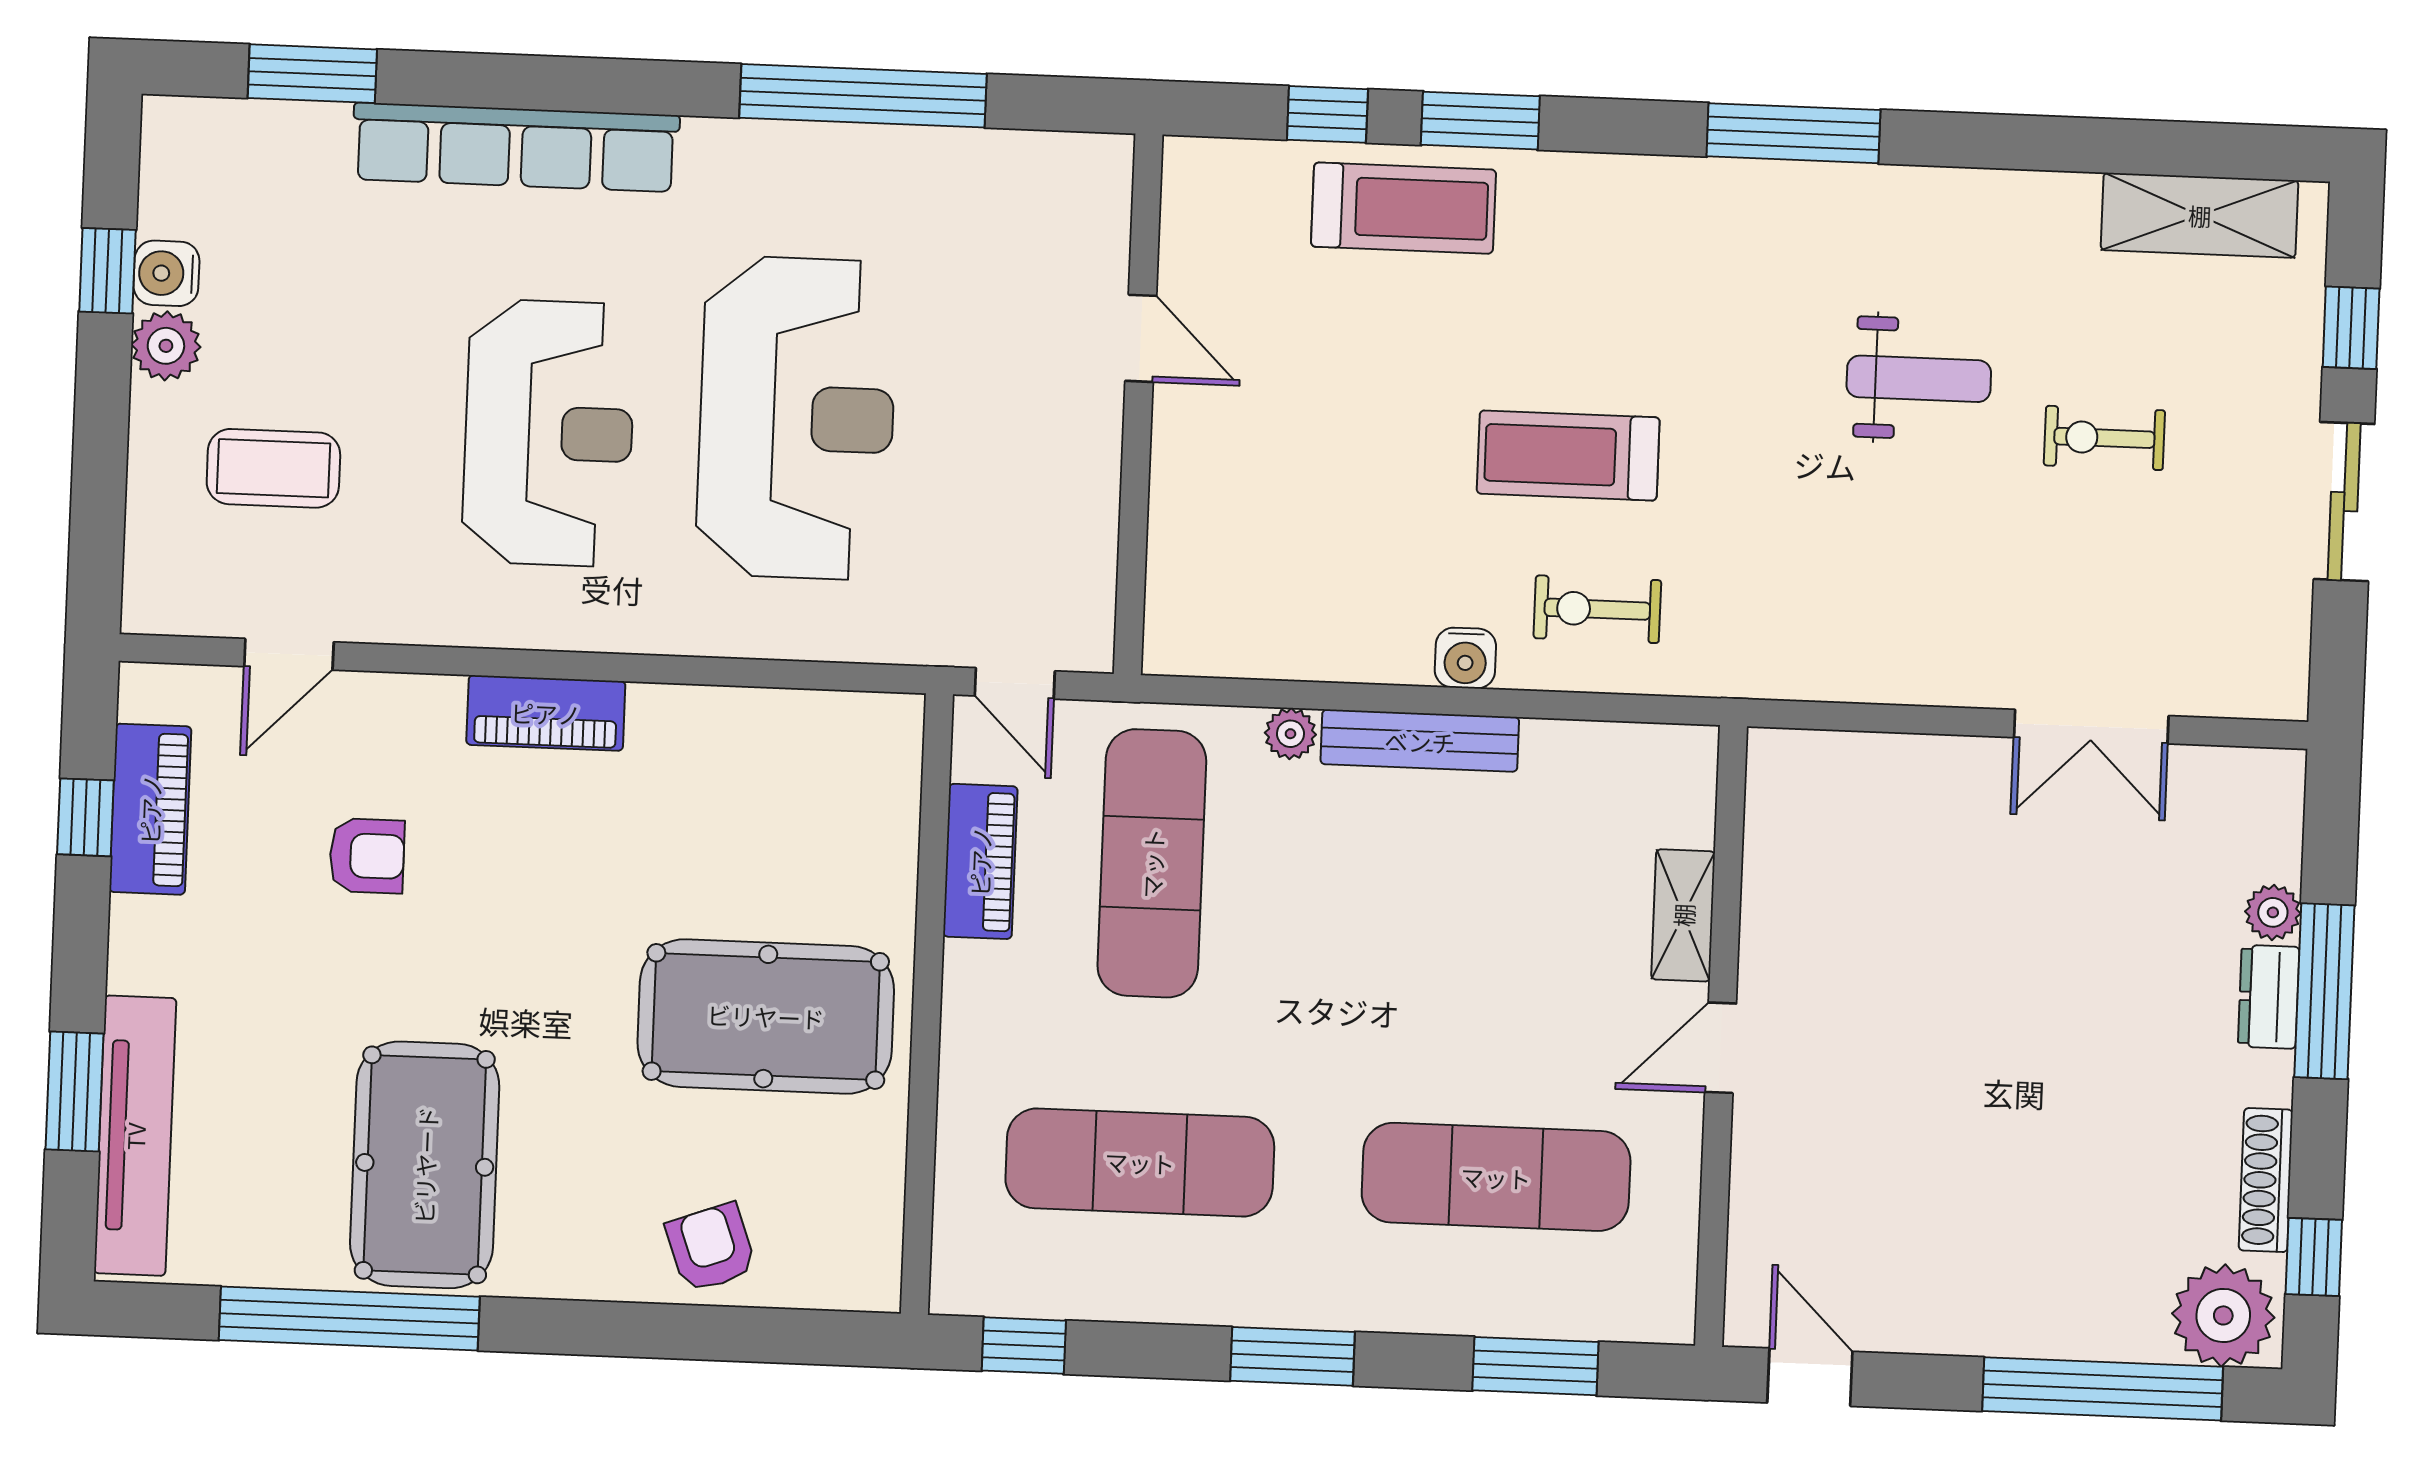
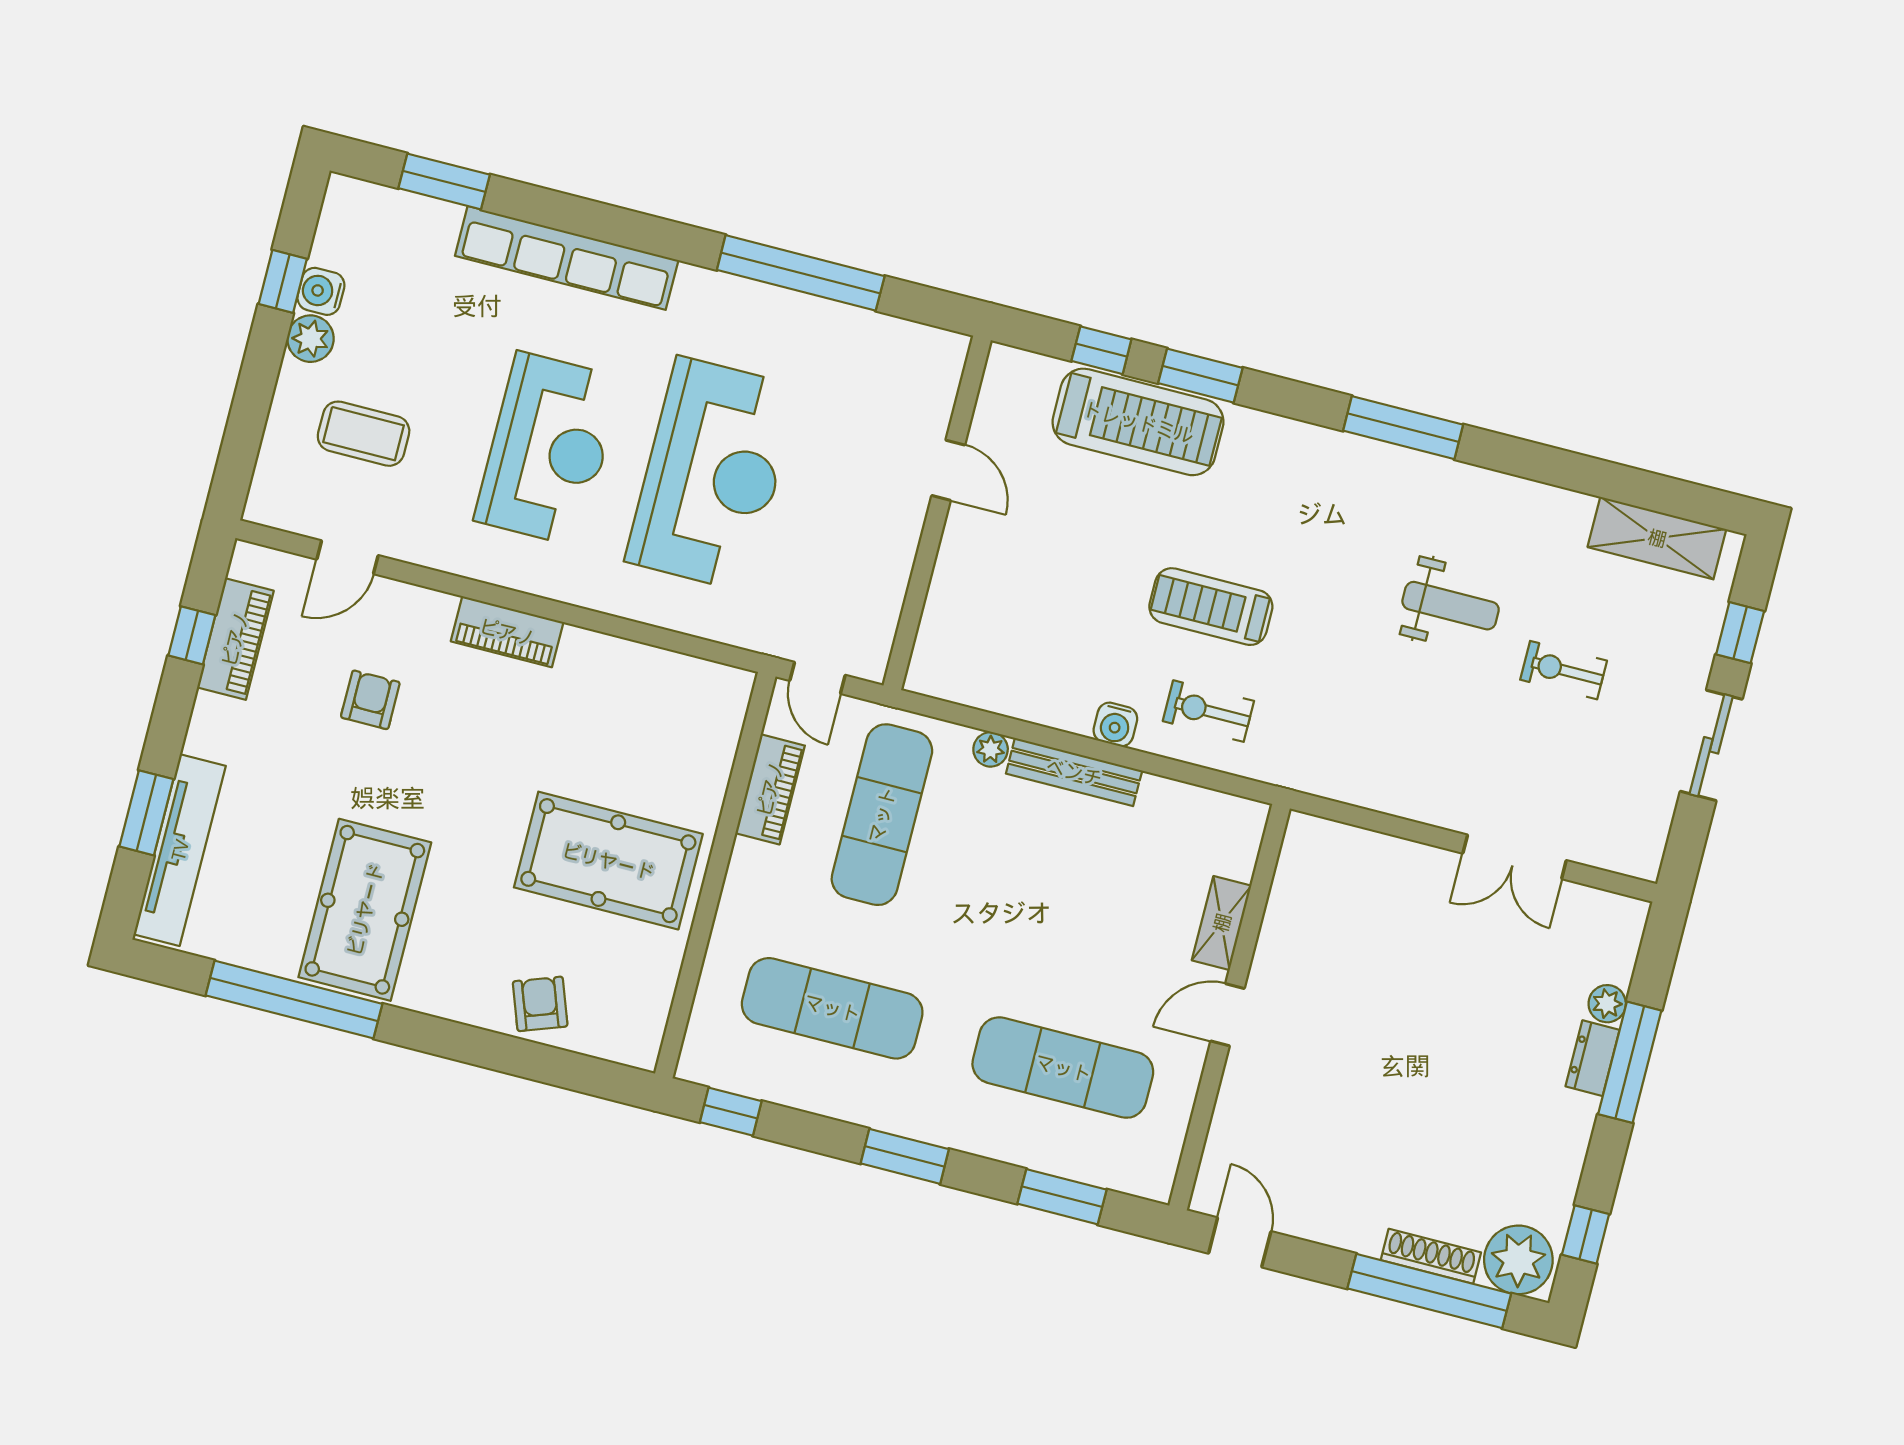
treadmill: (1403, 208) -> (1138, 422), width x1.37, depth x1.38
armchair: (367, 856) -> (370, 700), turned -90
shoe rack: (2266, 1180) -> (1431, 1256), moved, turned 90

